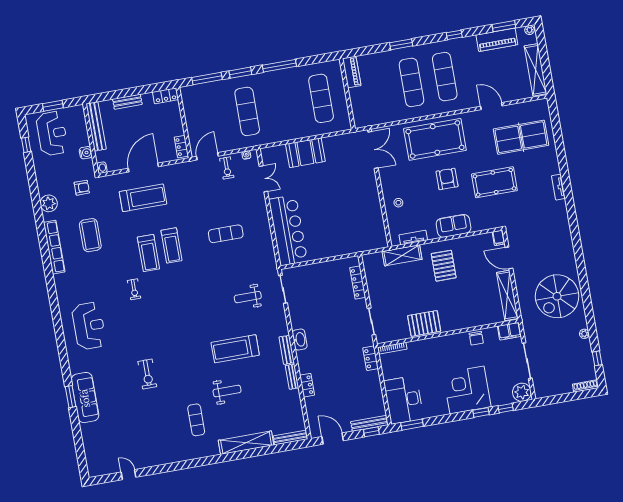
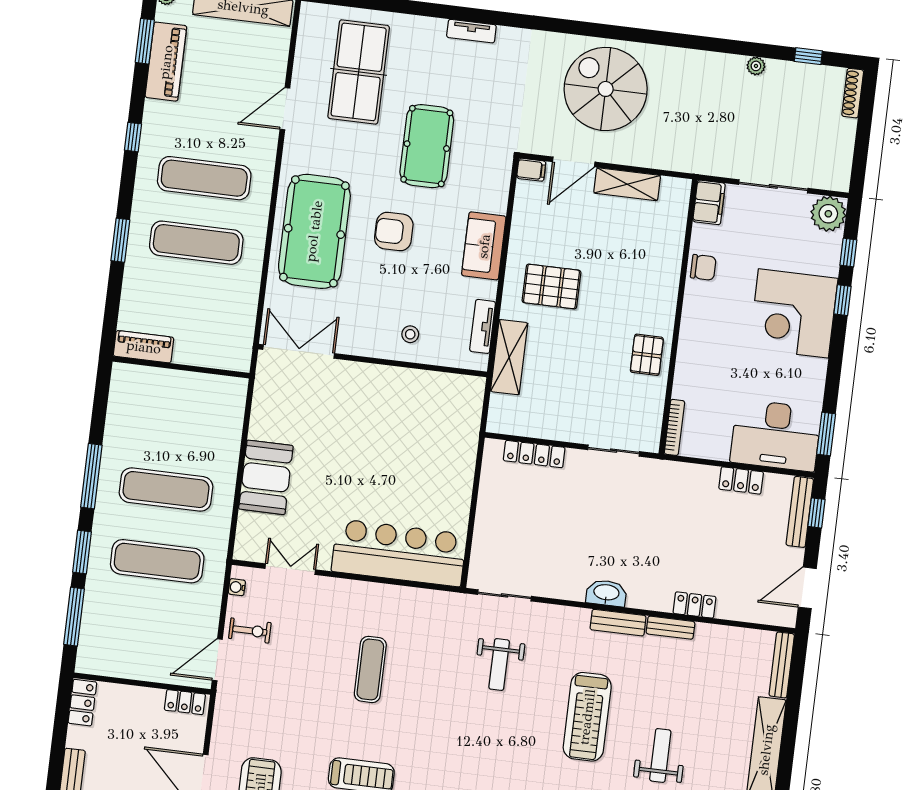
exercise mat: (321, 98) -> (166, 490), moved
door: (207, 156) -> (217, 660), hinge flipped
shelving: (507, 295) -> (627, 184), width x0.68
spiral stairs: (557, 296) -> (606, 89), moved, turned 180
pallet: (424, 323) -> (647, 355), width x0.67, depth x0.71
locker: (371, 358) -> (741, 480), moved

